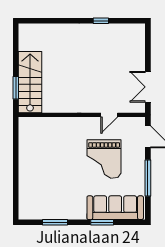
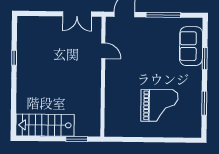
stairs: (30, 82) -> (45, 125), moved
grand piano: (104, 159) -> (159, 106), moved
sofa: (115, 208) -> (191, 46), width x0.73

